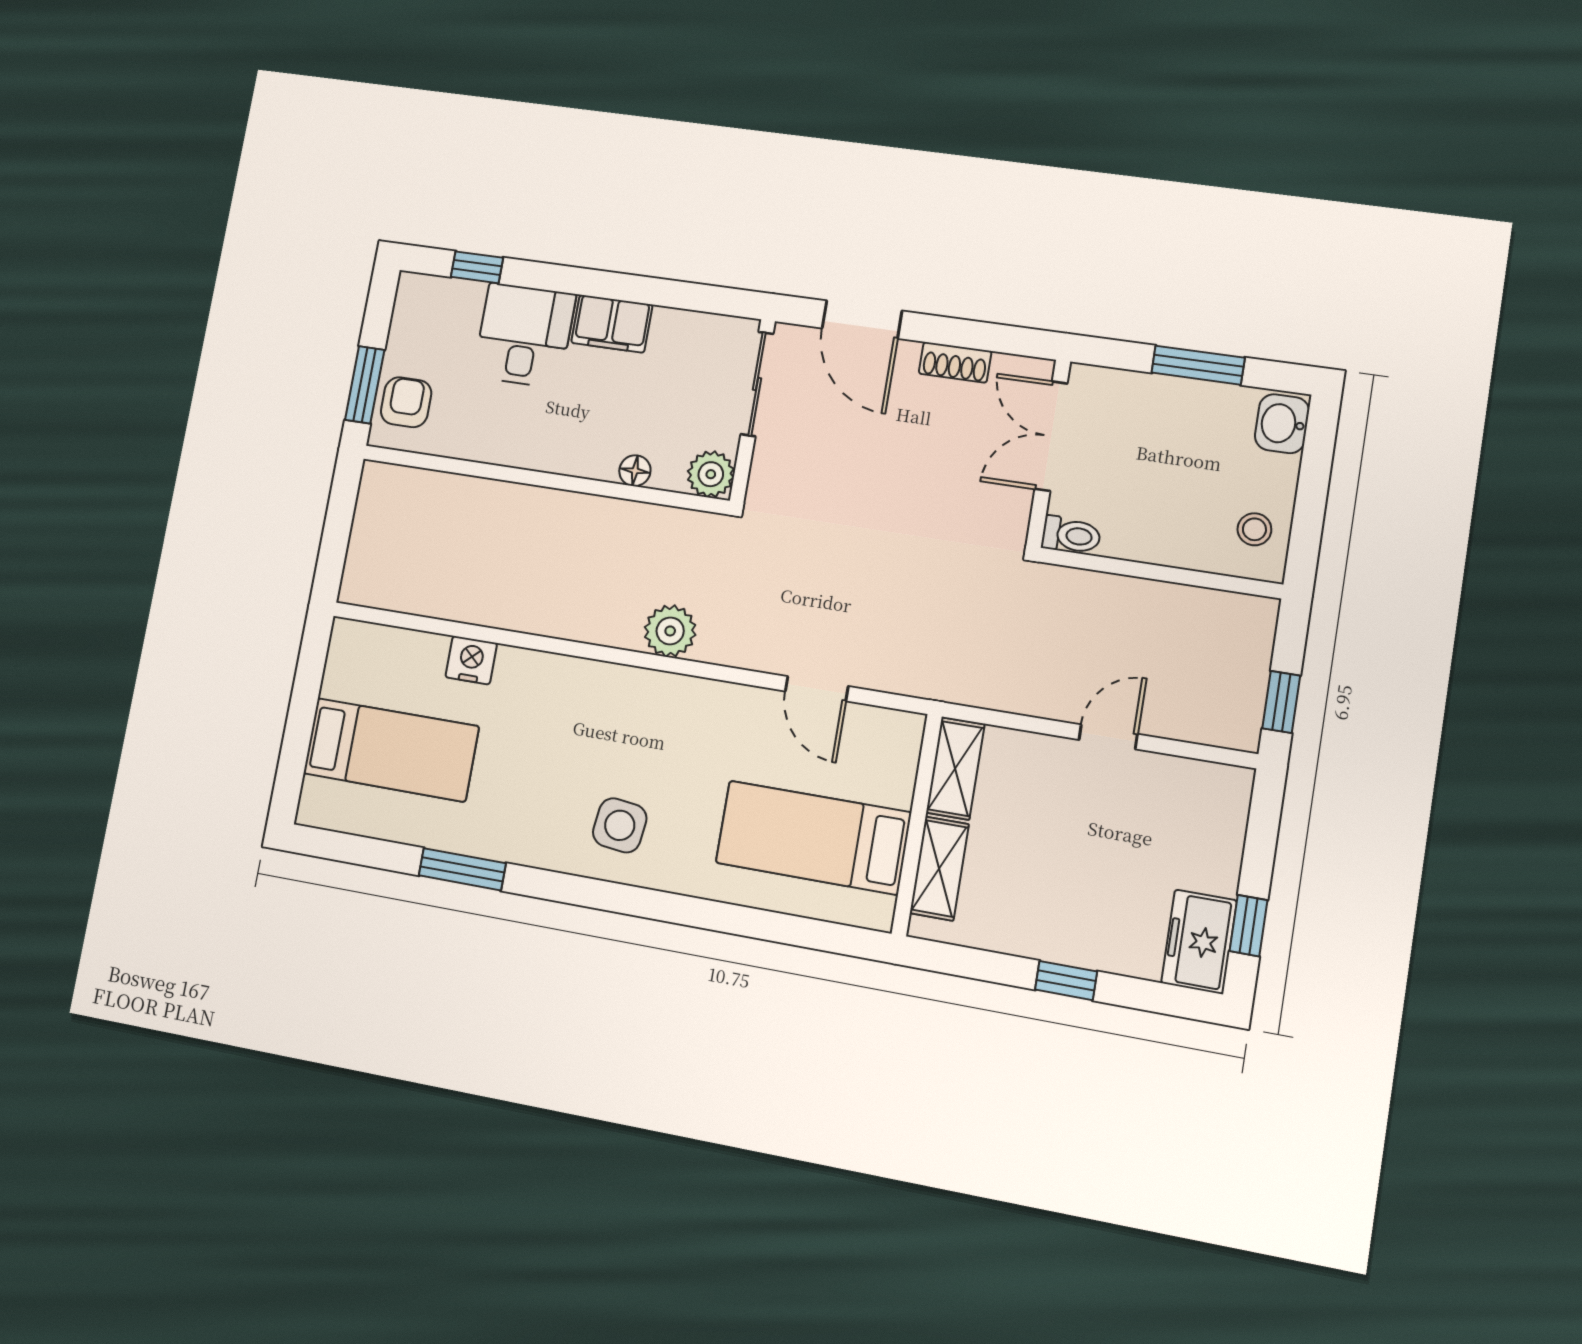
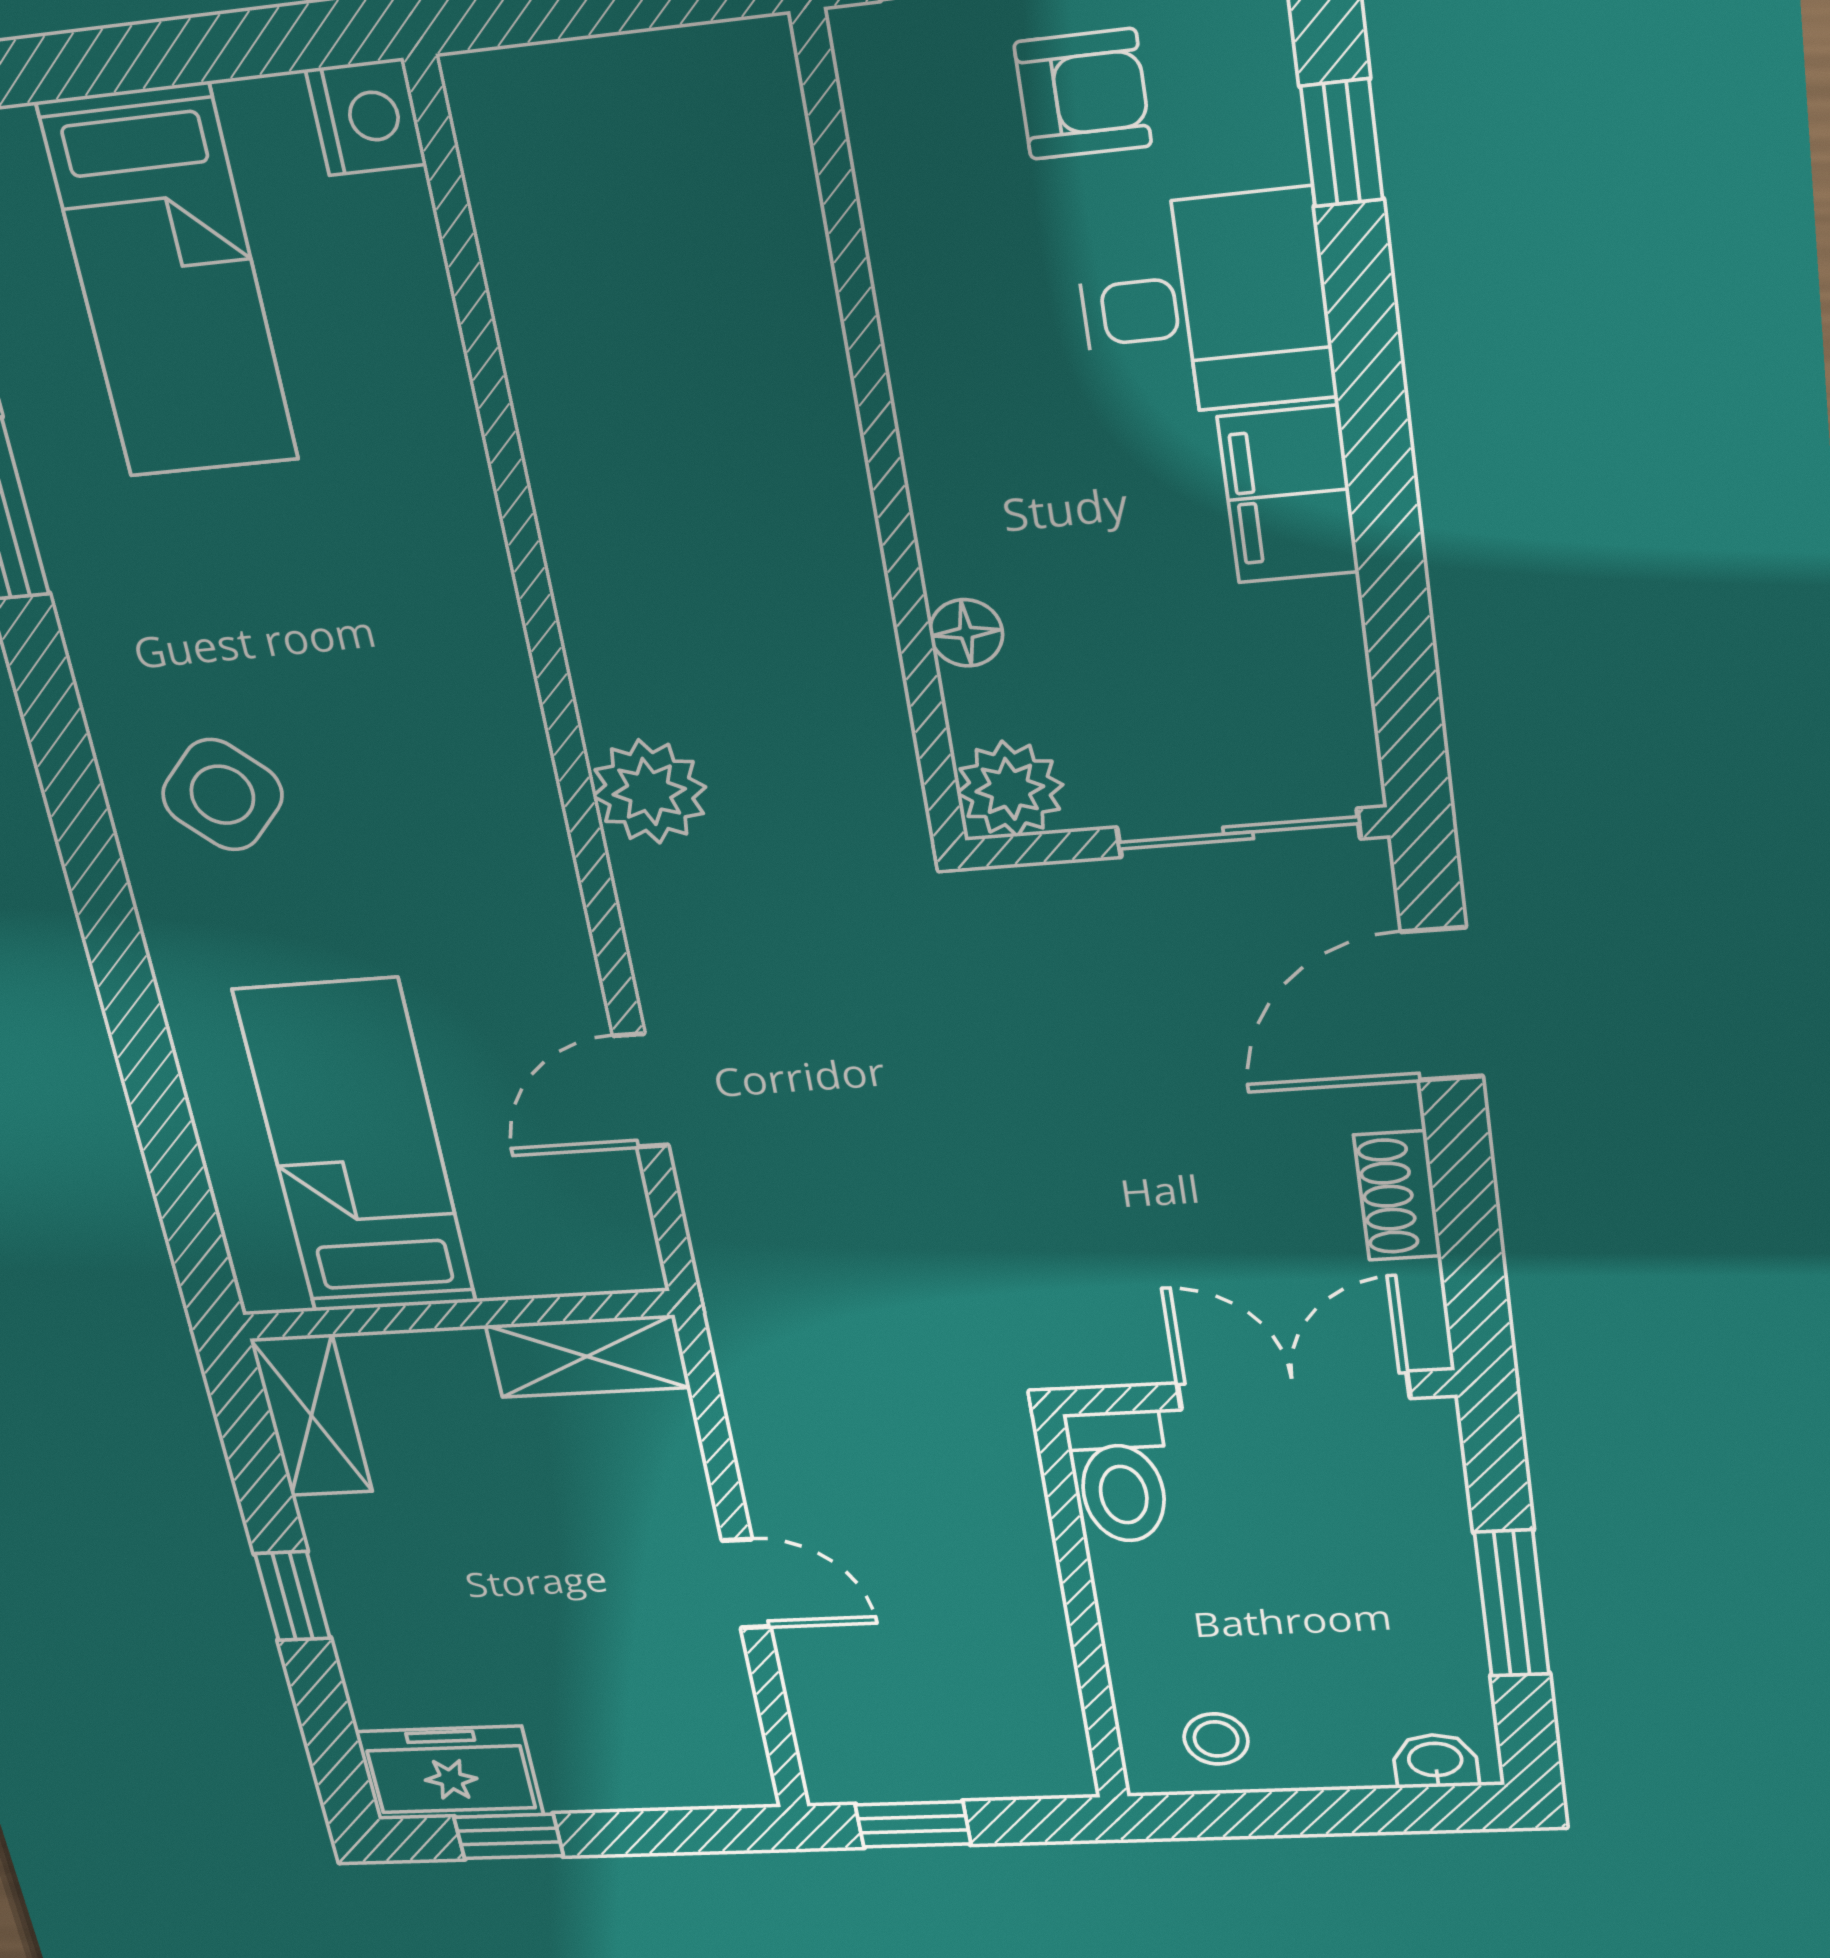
armchair: (406, 402) -> (1083, 94), moved
washbasin: (1282, 424) -> (1435, 1761), width x0.72, depth x0.69
toilet: (1071, 535) -> (1121, 1477), width x1.37, depth x1.39
nightstand: (471, 660) -> (366, 117), moved
side table: (620, 825) -> (222, 795), turned 36
shelving: (939, 869) -> (311, 1415), moved, turned 90

